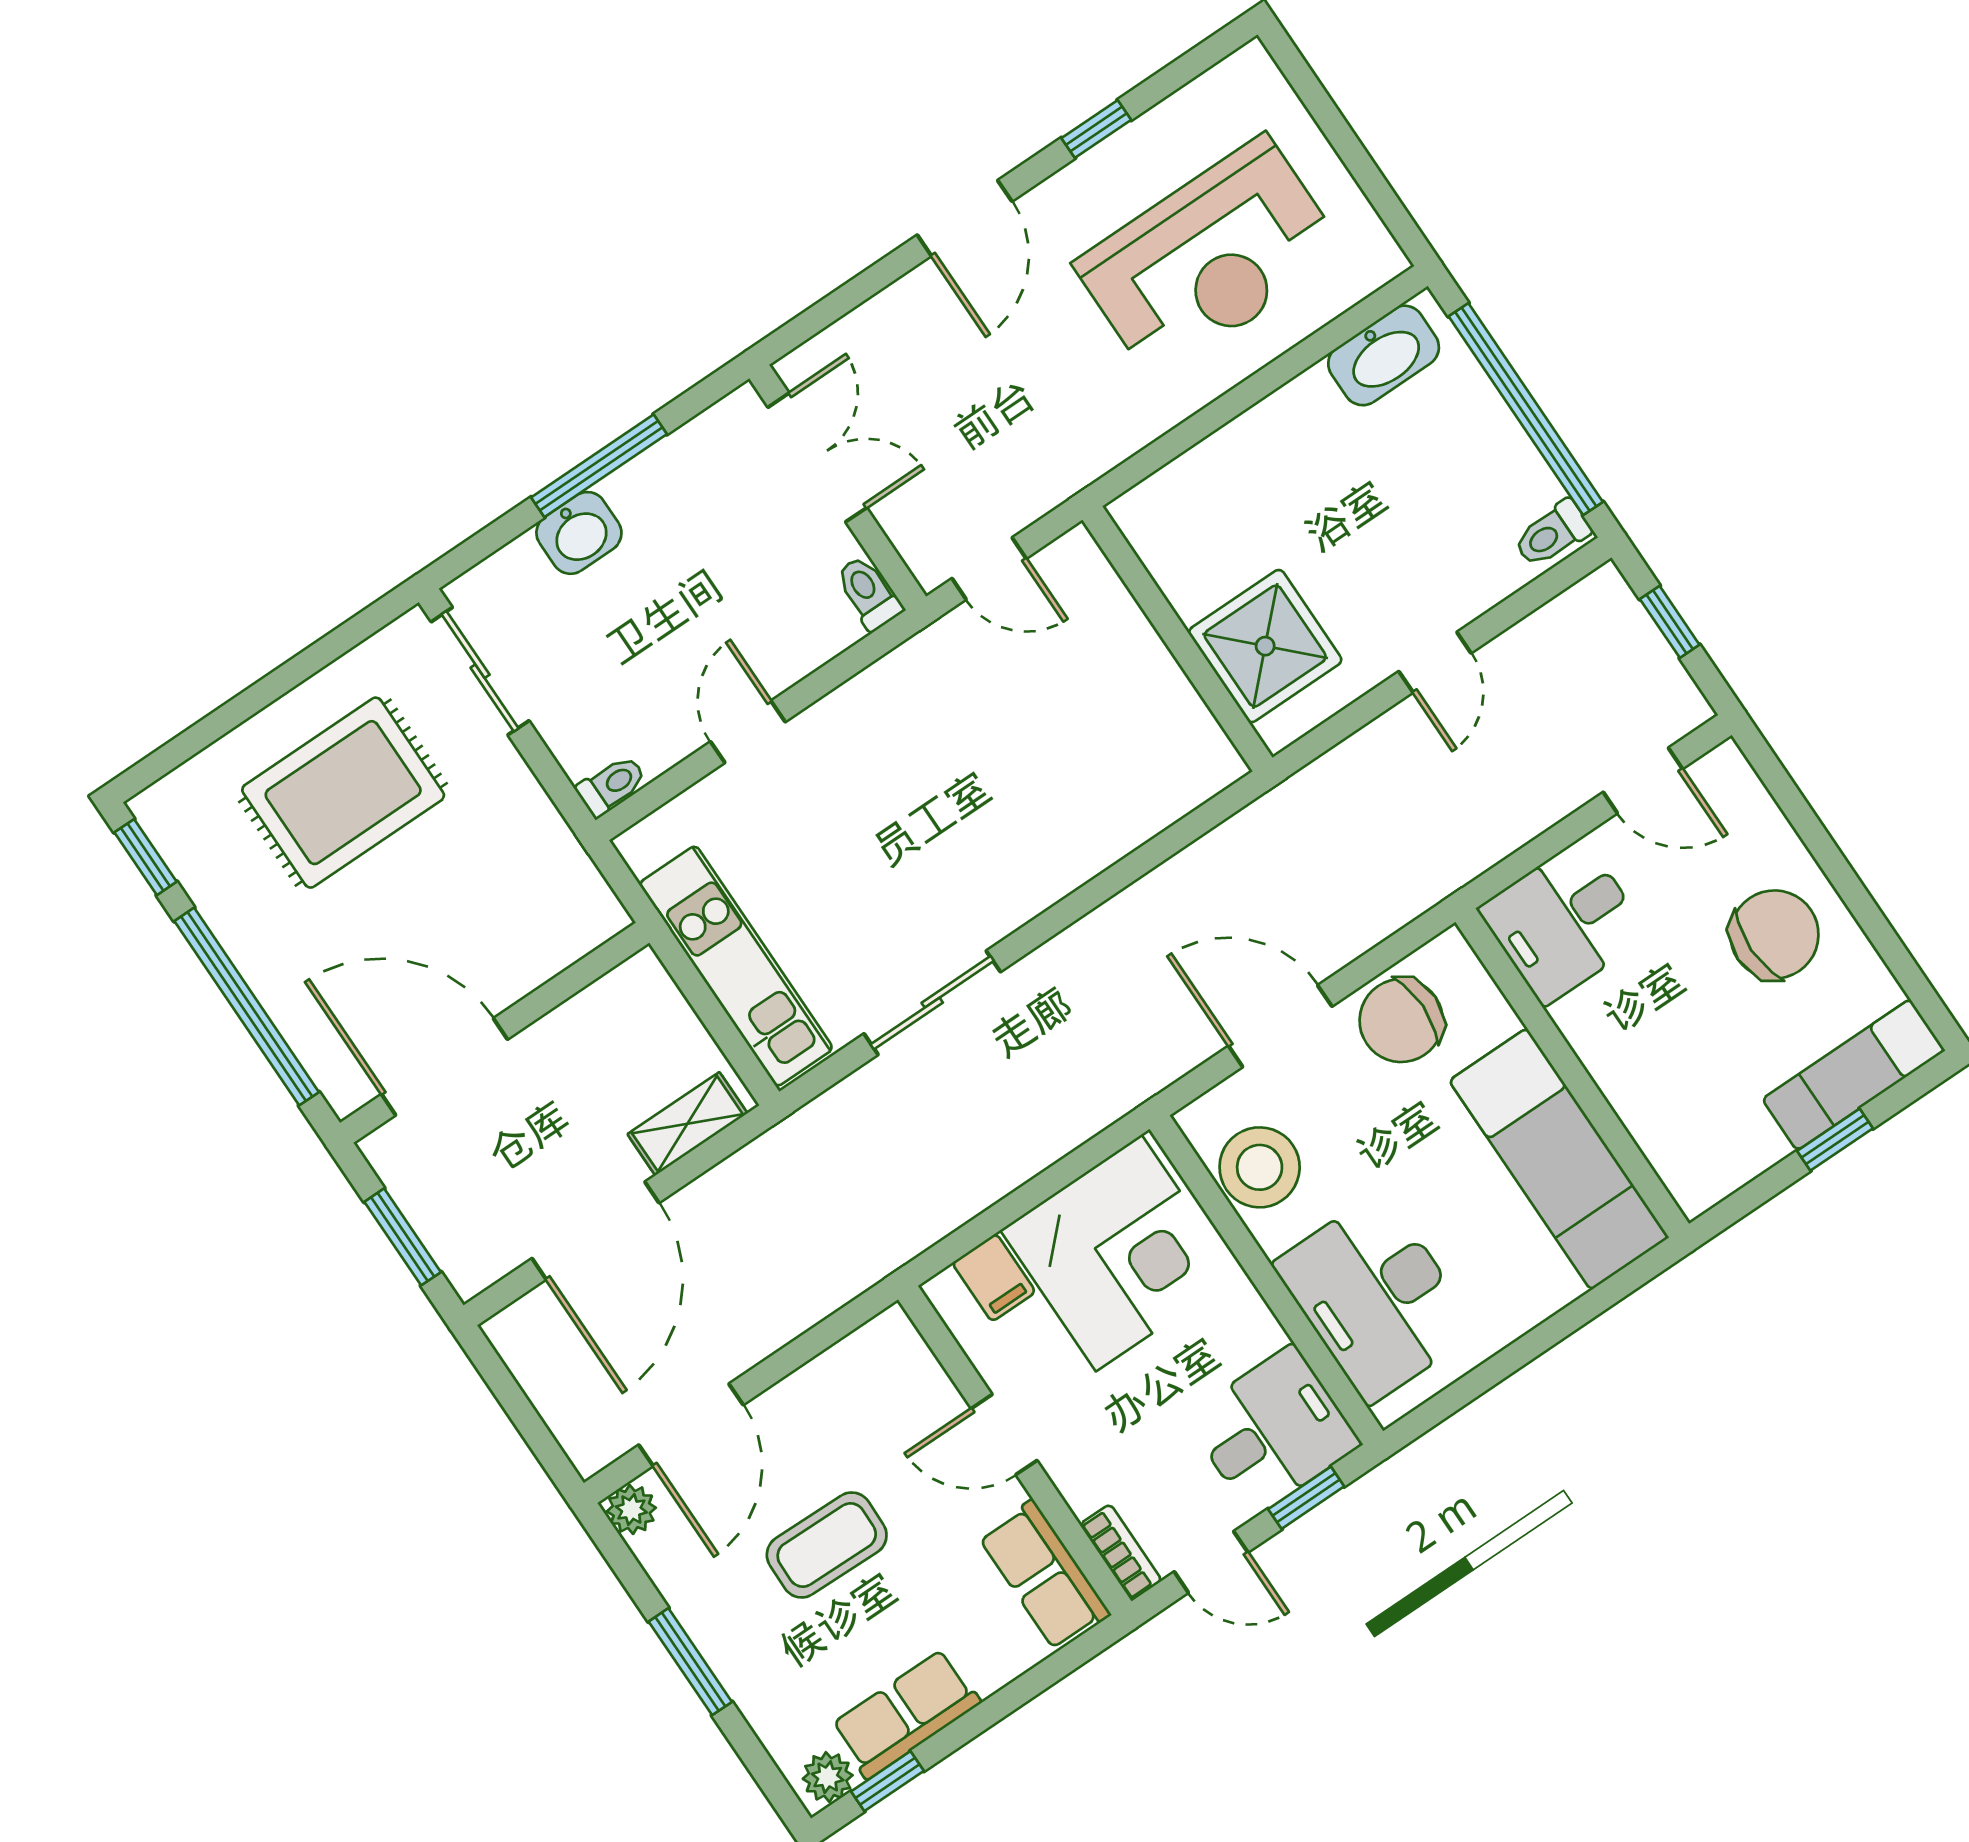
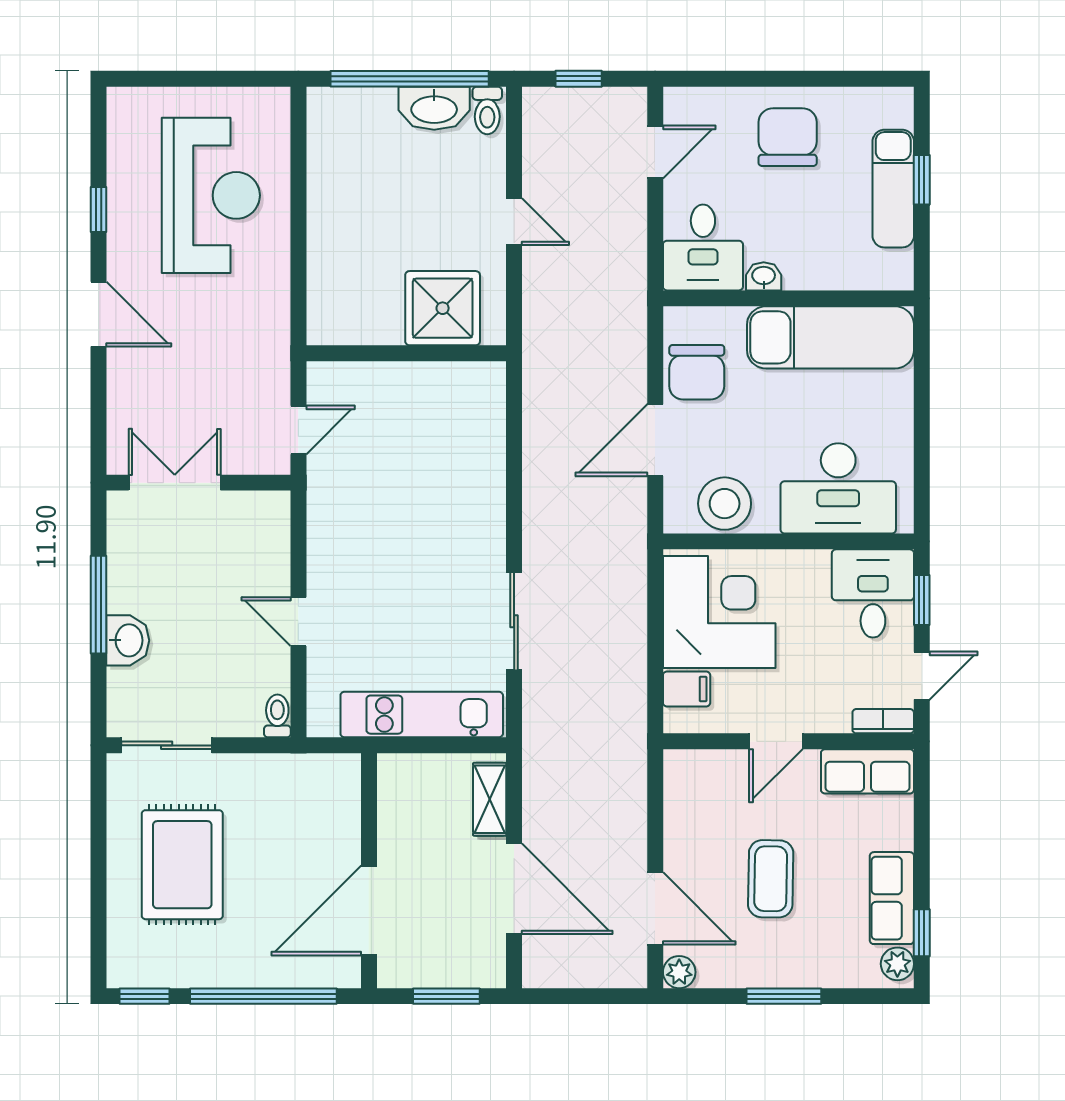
washbasin: (1384, 355) -> (434, 108), moved, turned 90
toilet: (868, 593) -> (267, 505), removed
washbasin: (1579, 1023) -> (764, 276), added
exam couch: (1854, 1075) -> (893, 189), moved

